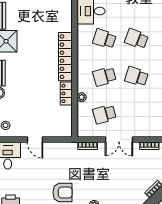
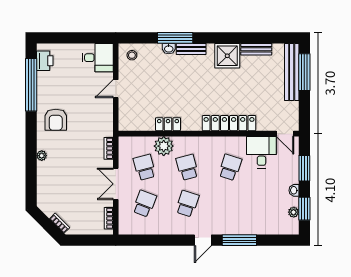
school desk: (136, 39) -> (144, 204), moved
locker: (65, 57) -> (229, 123), moved
plant: (82, 97) -> (164, 146), width x1.88, depth x1.88

